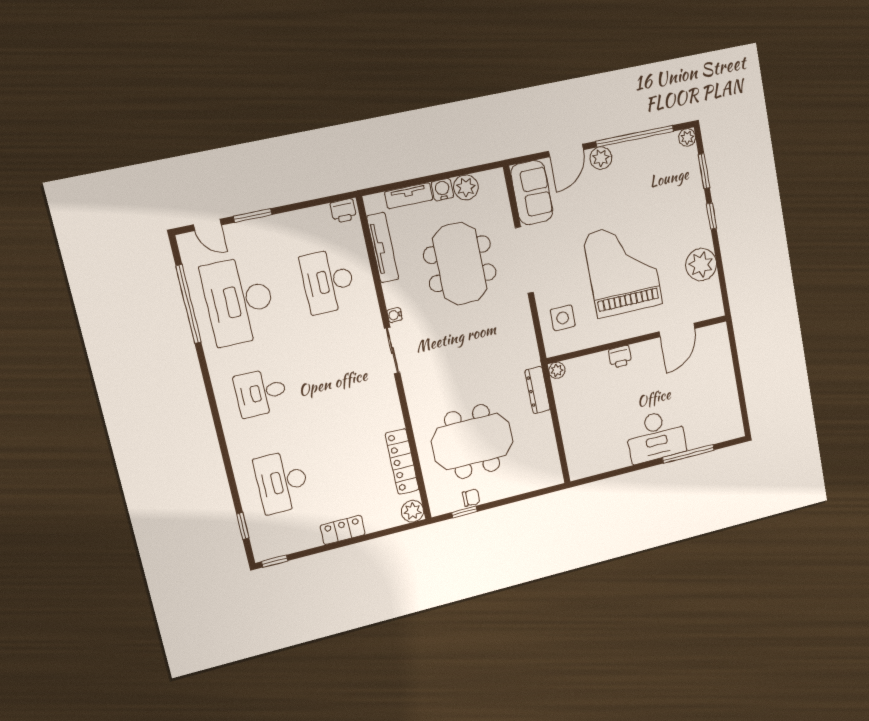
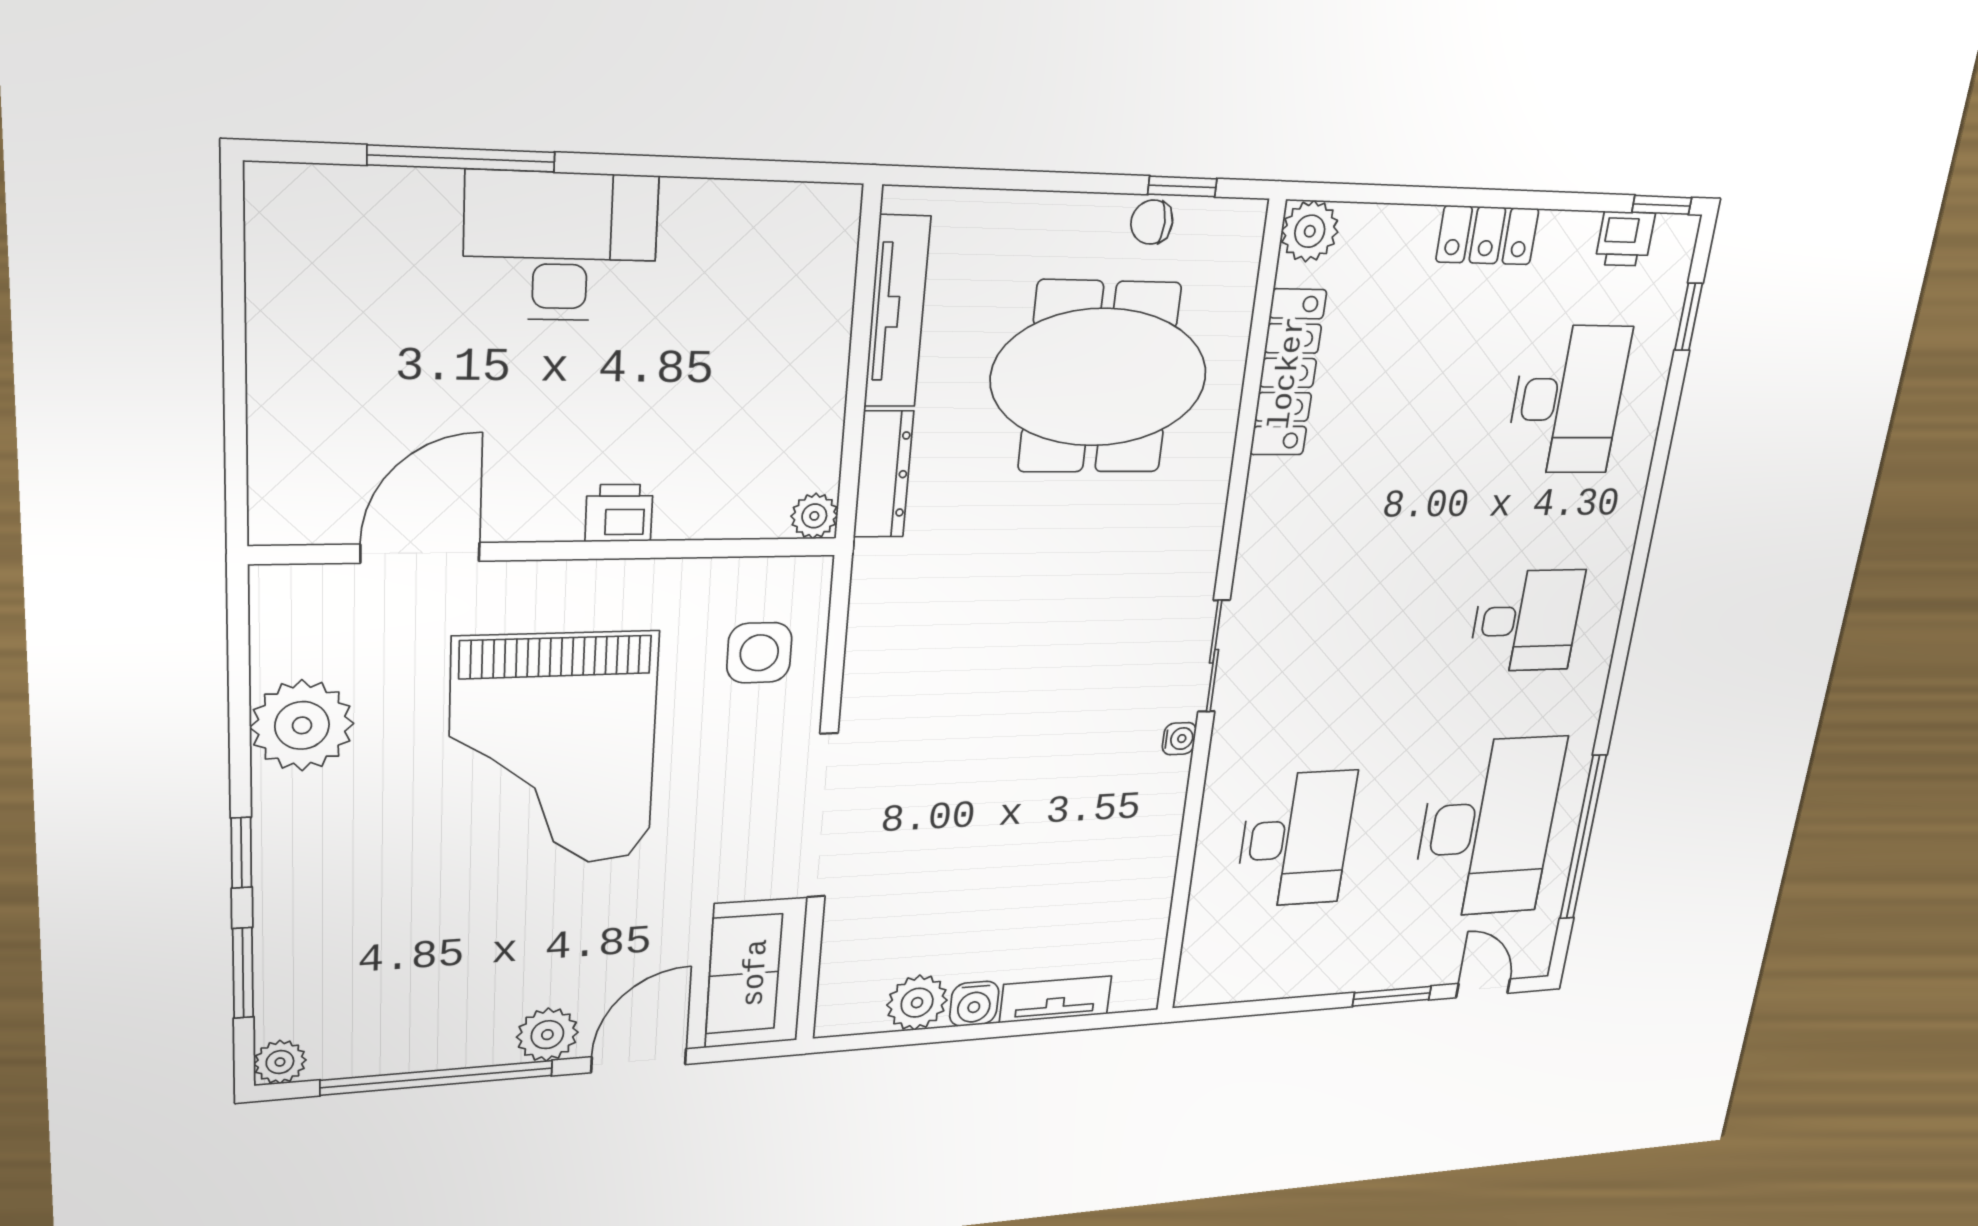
printer: (343, 211) -> (1625, 239), moved, turned 180
tv unit: (383, 248) -> (897, 312), moved, turned 180
meeting table: (460, 264) -> (987, 832), removed

